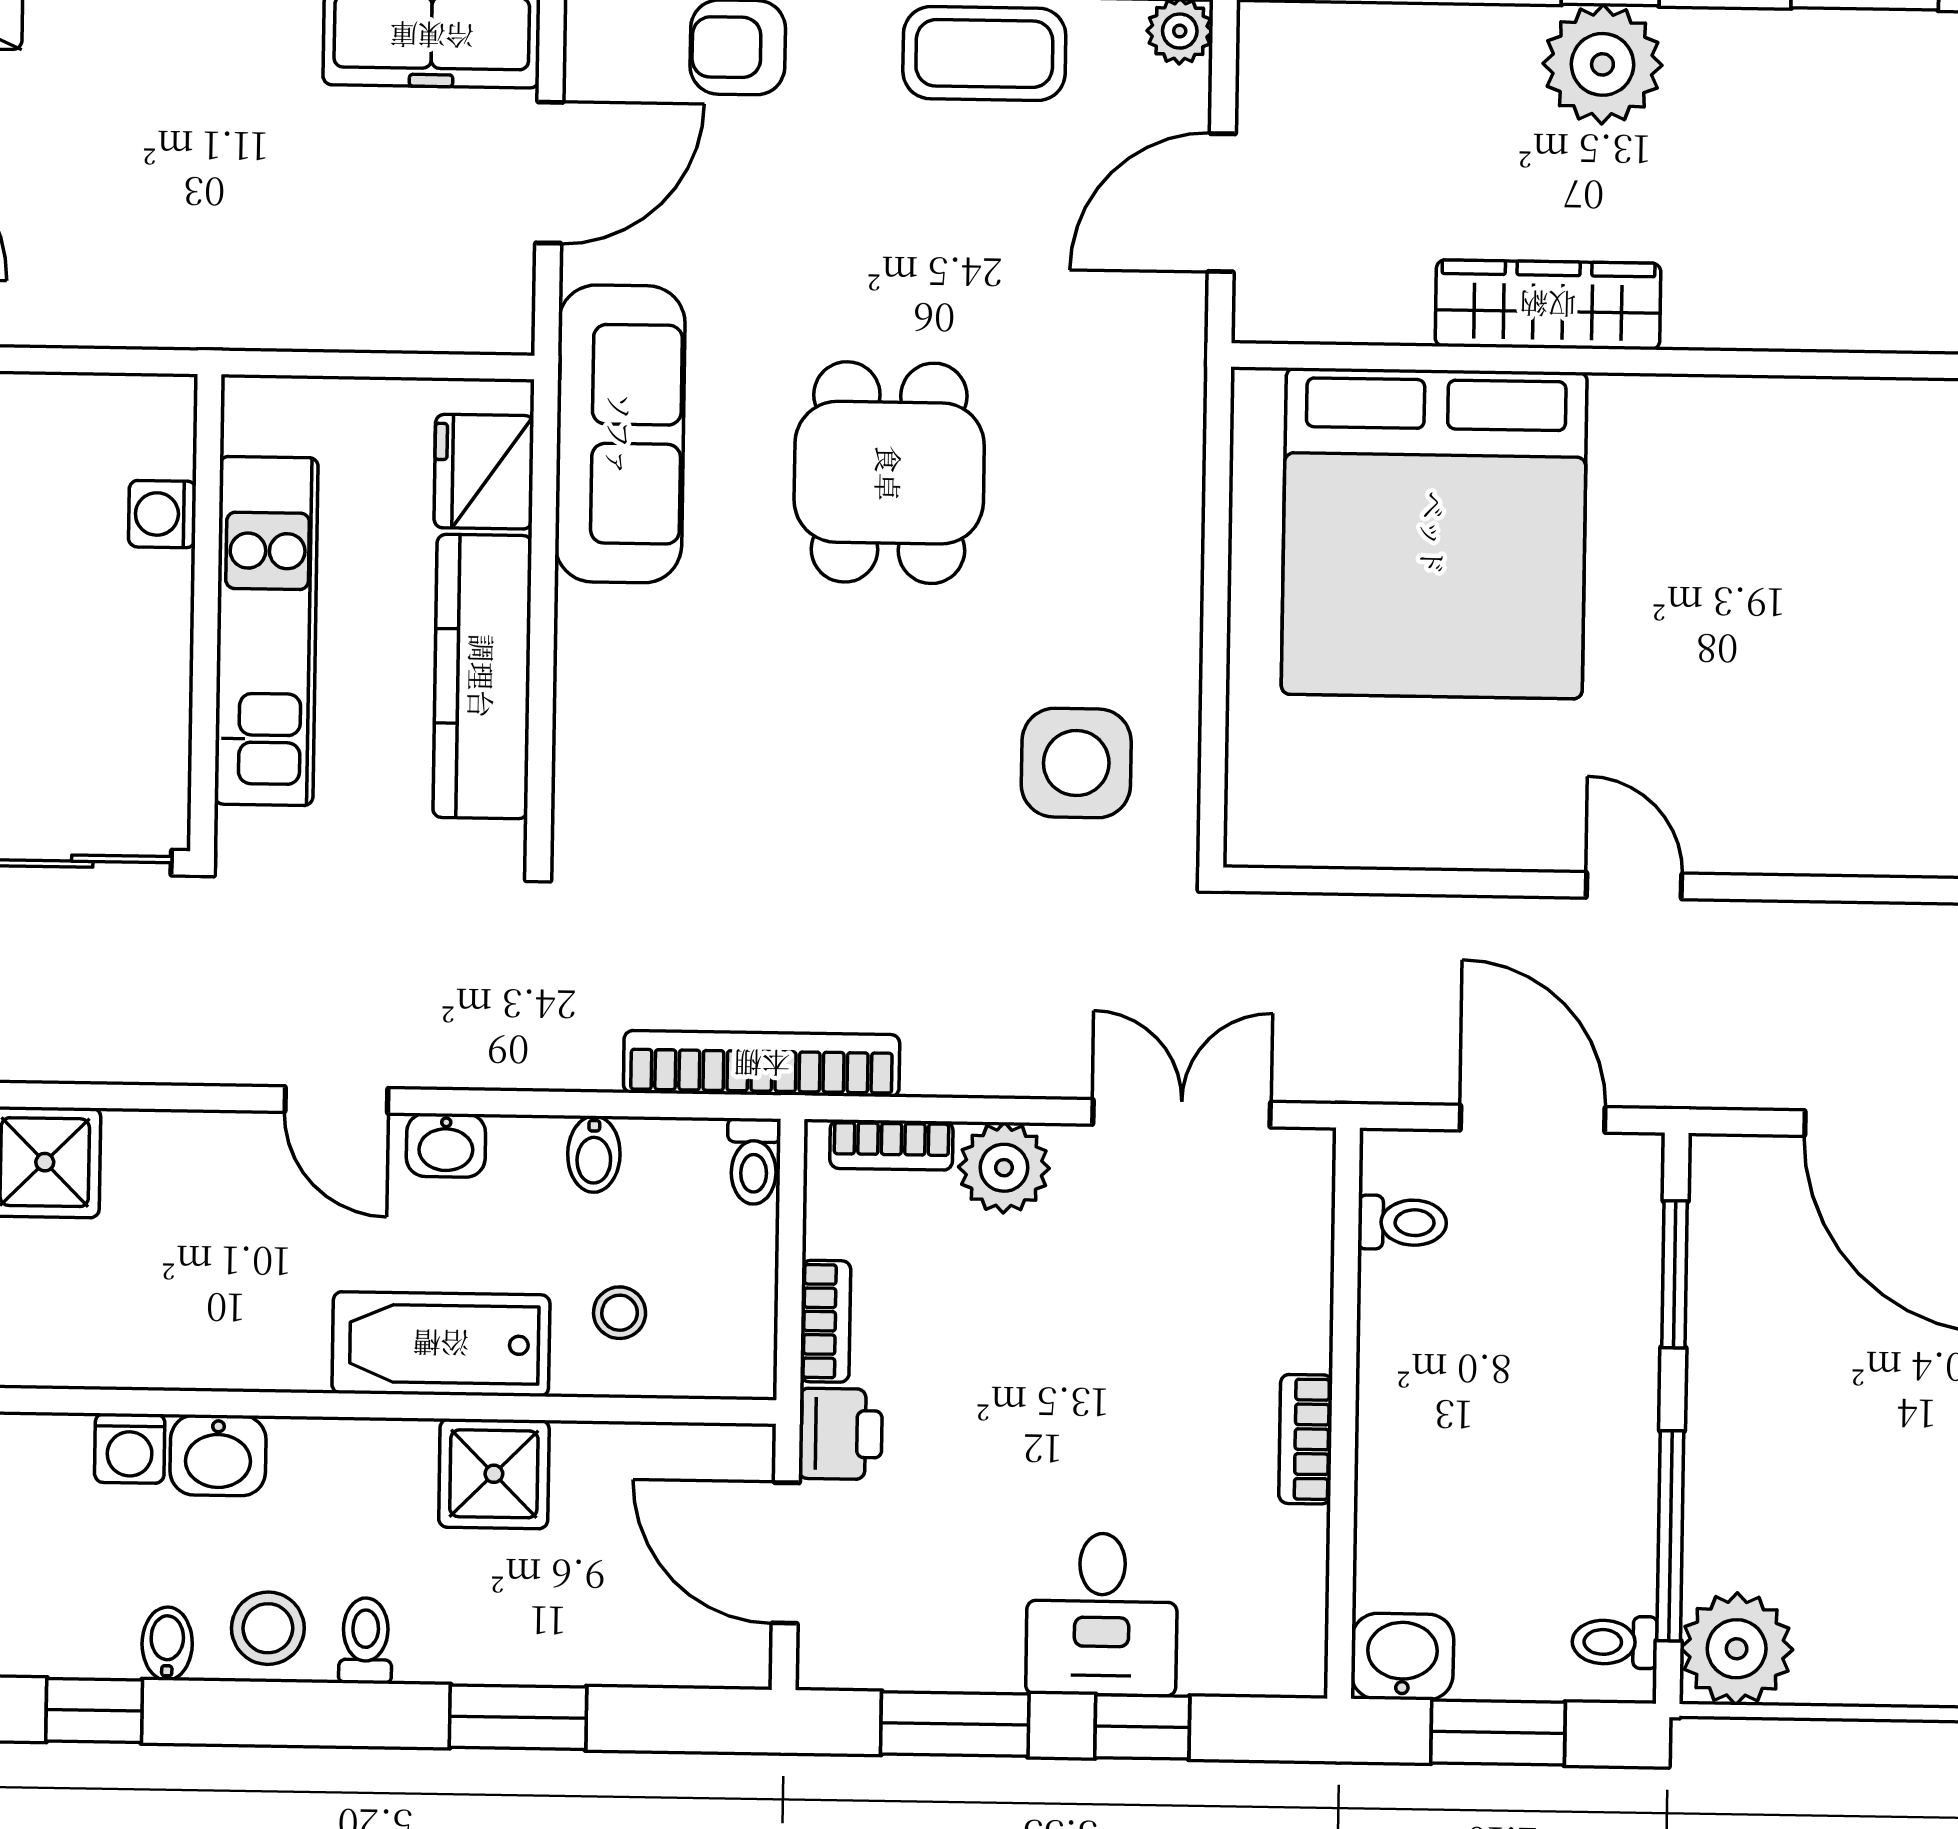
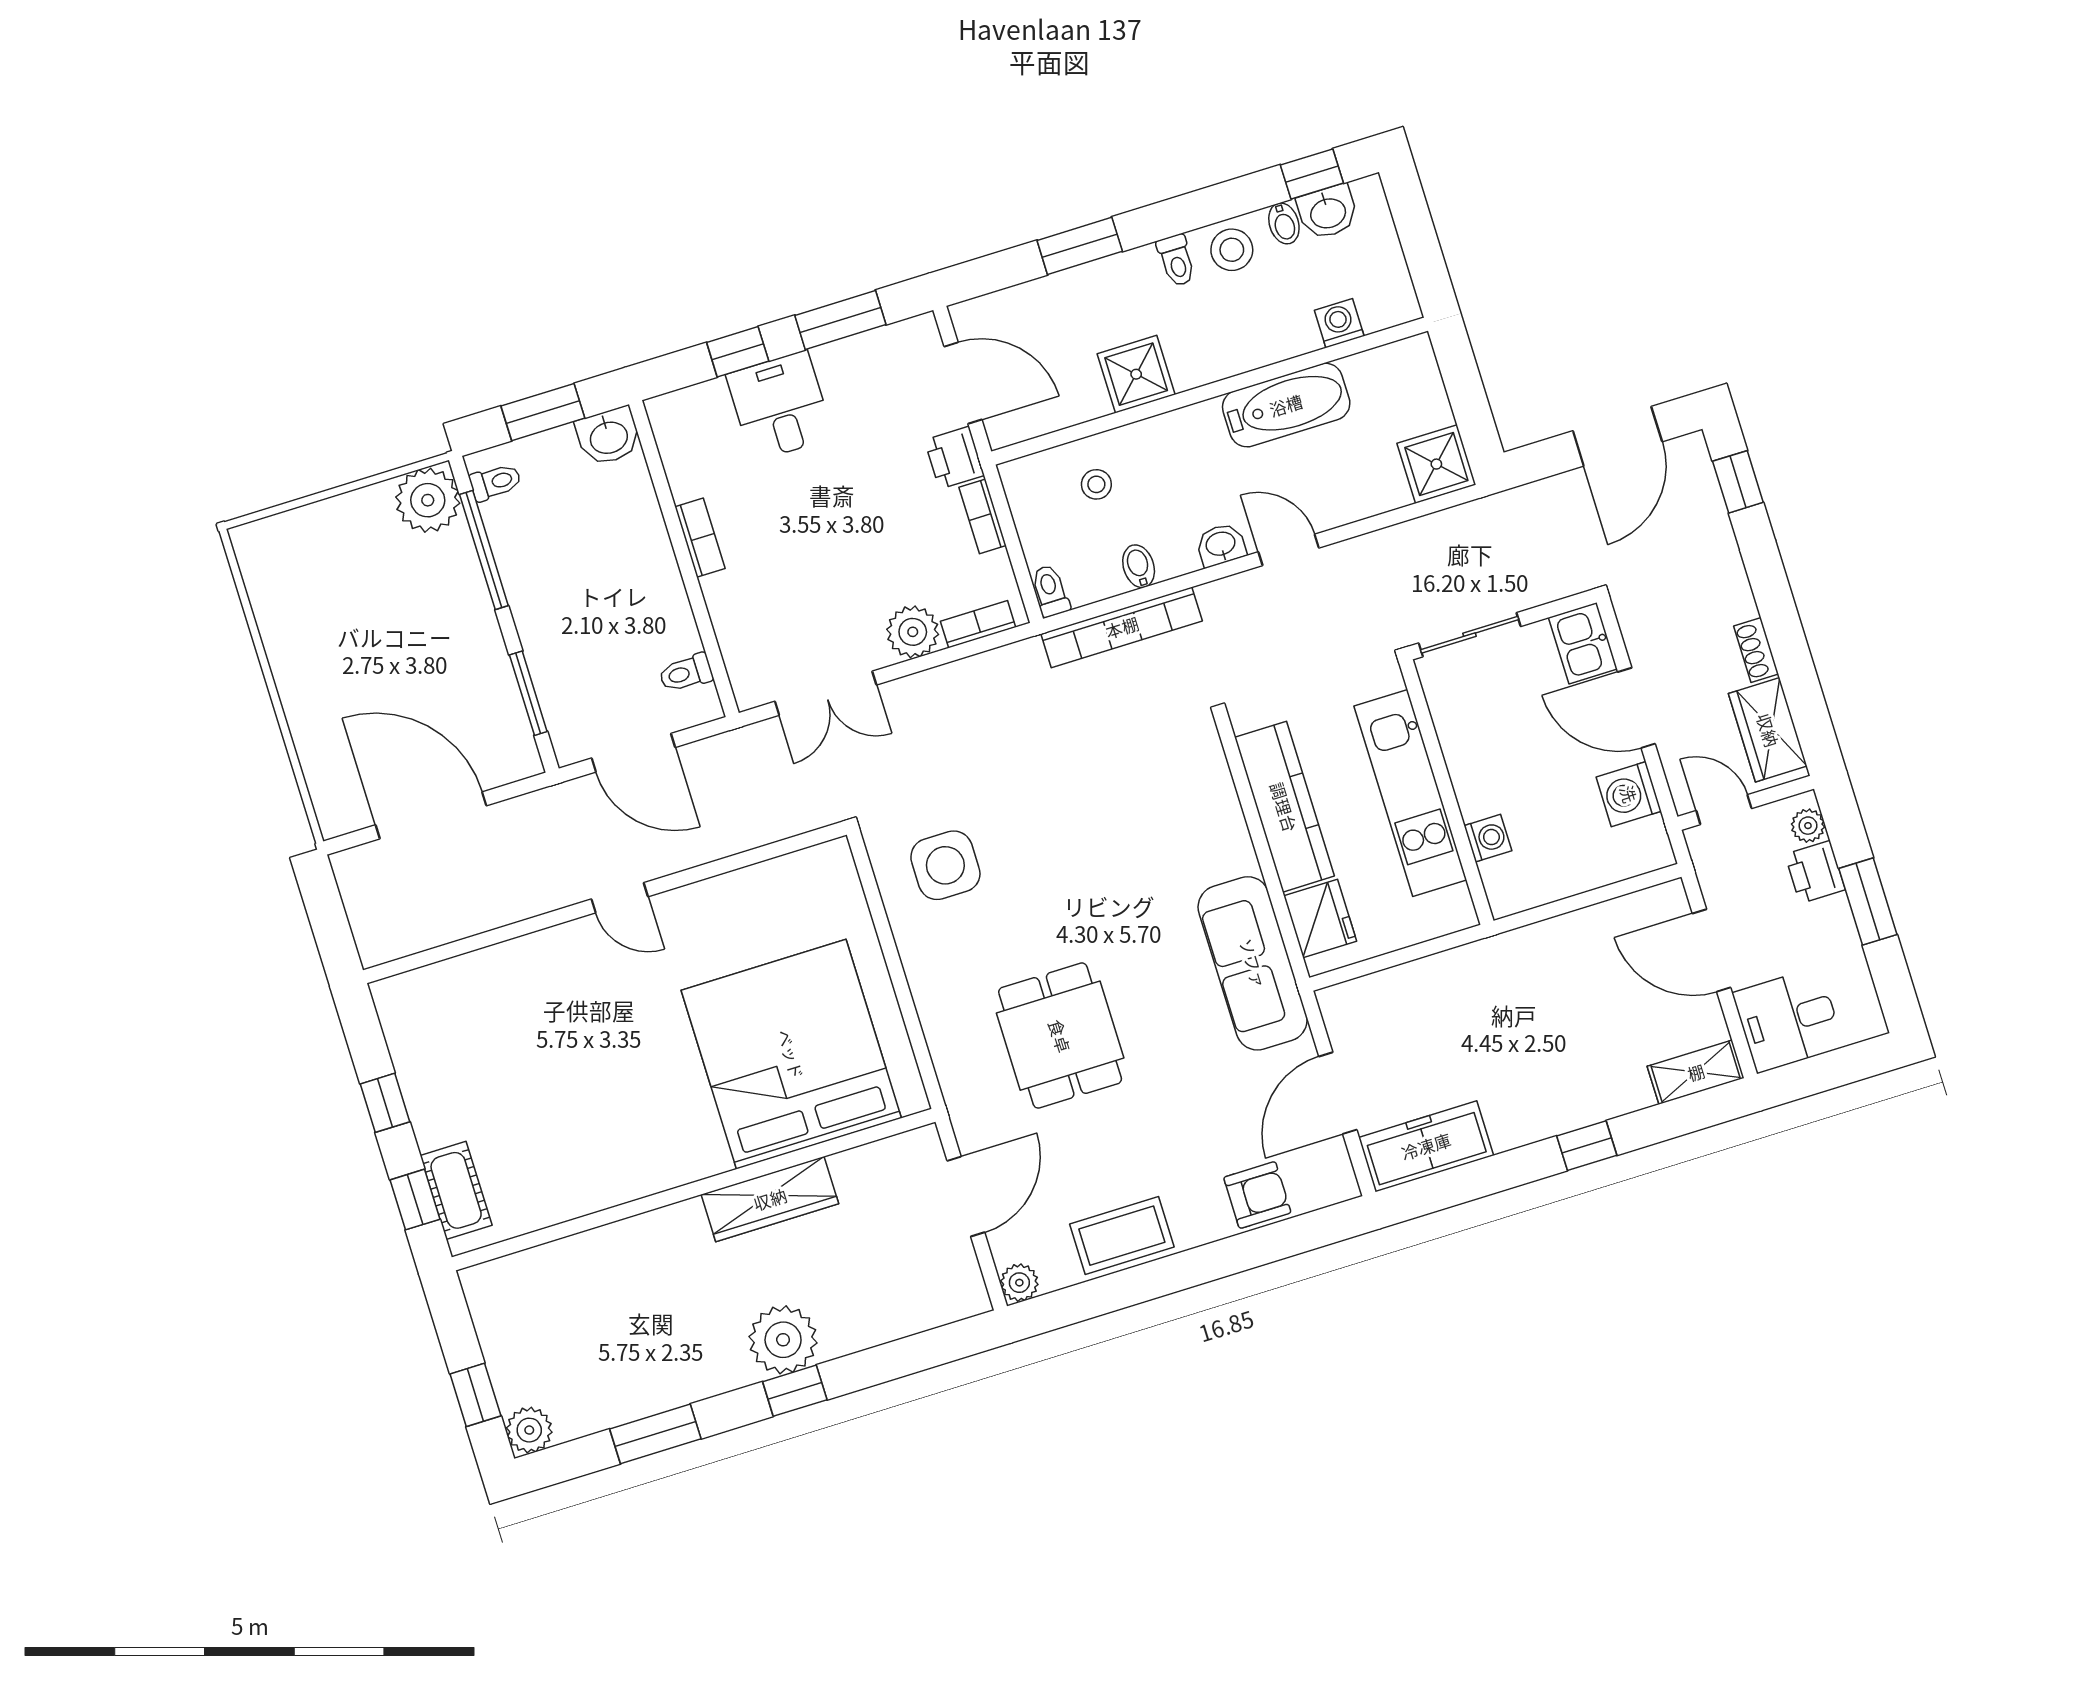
dining table: (889, 473) -> (1060, 1036), moved
bookcase: (762, 1064) -> (1122, 627), moved
bathtub: (441, 1344) -> (1286, 405), moved
washbasin: (218, 1455) -> (1328, 212), moved, turned 180

